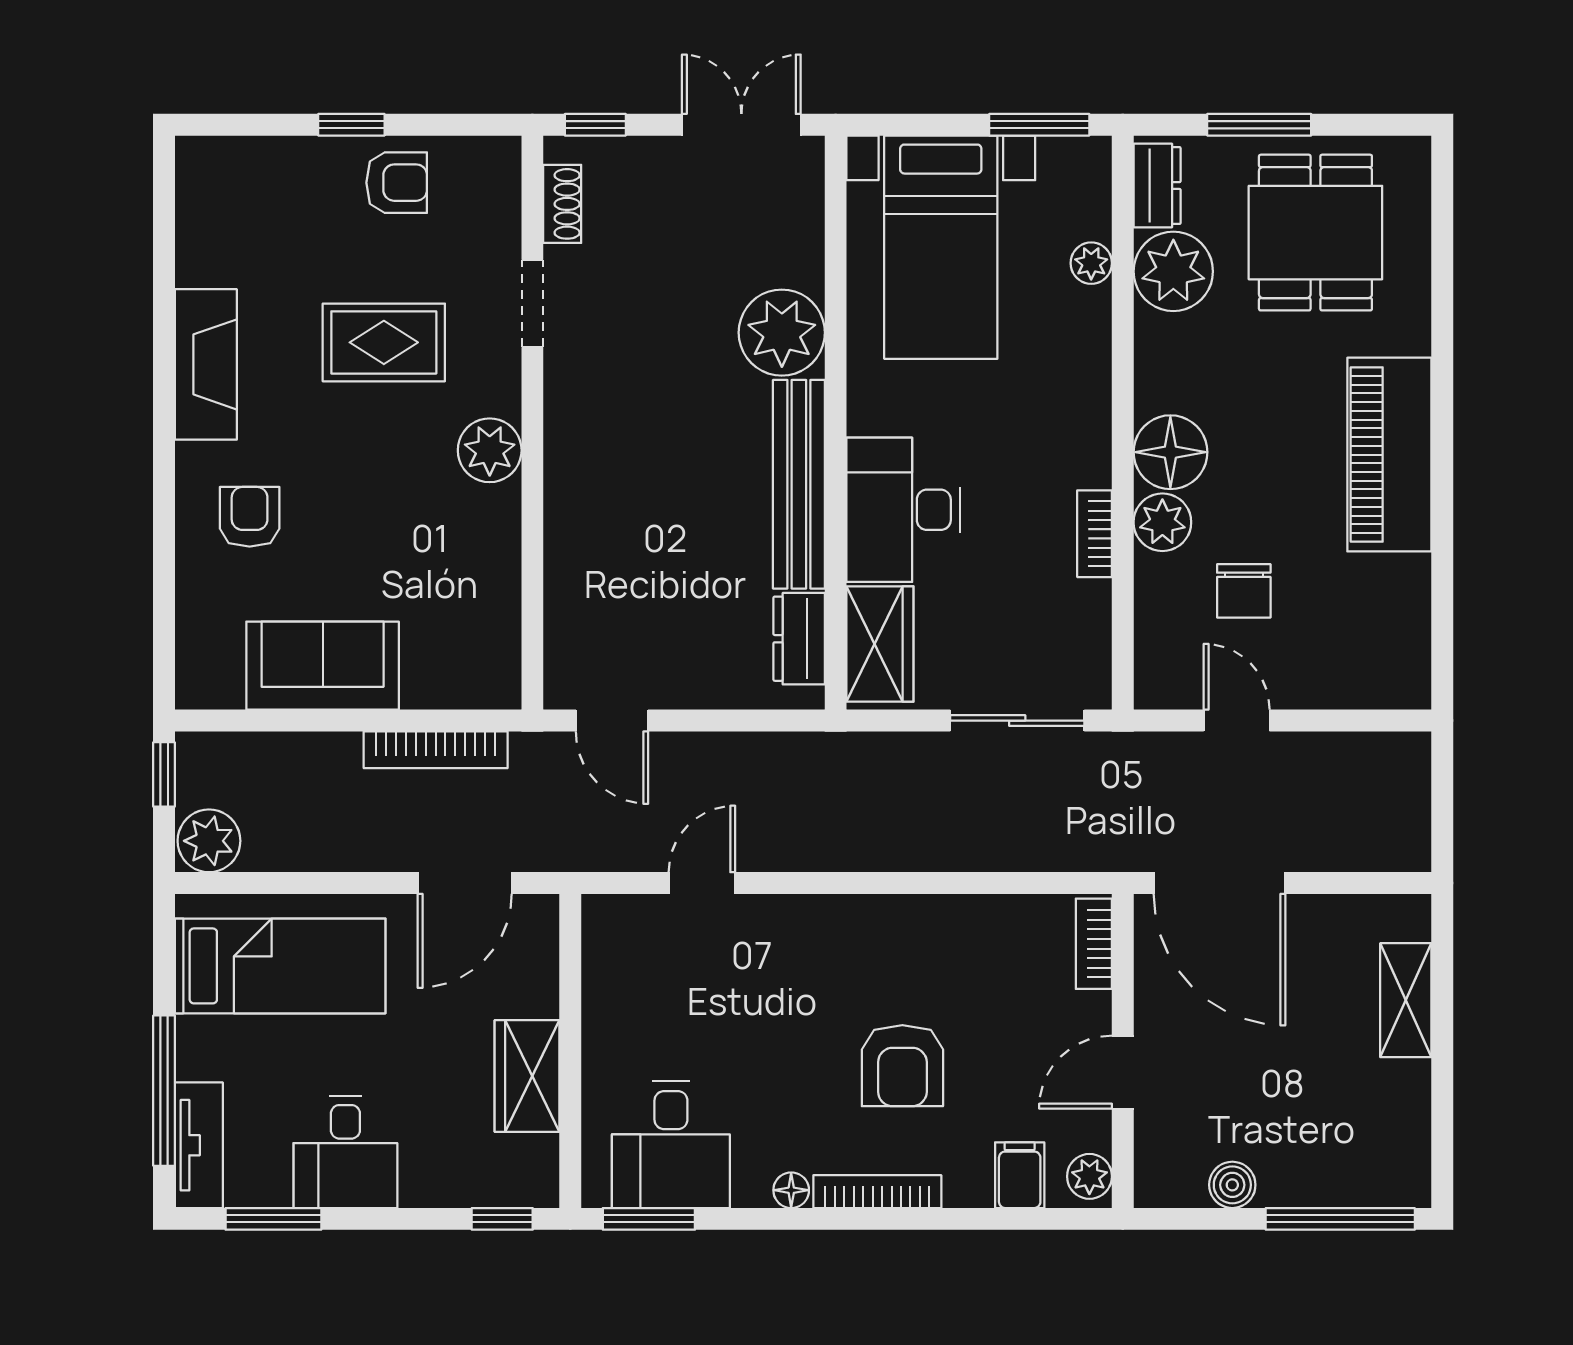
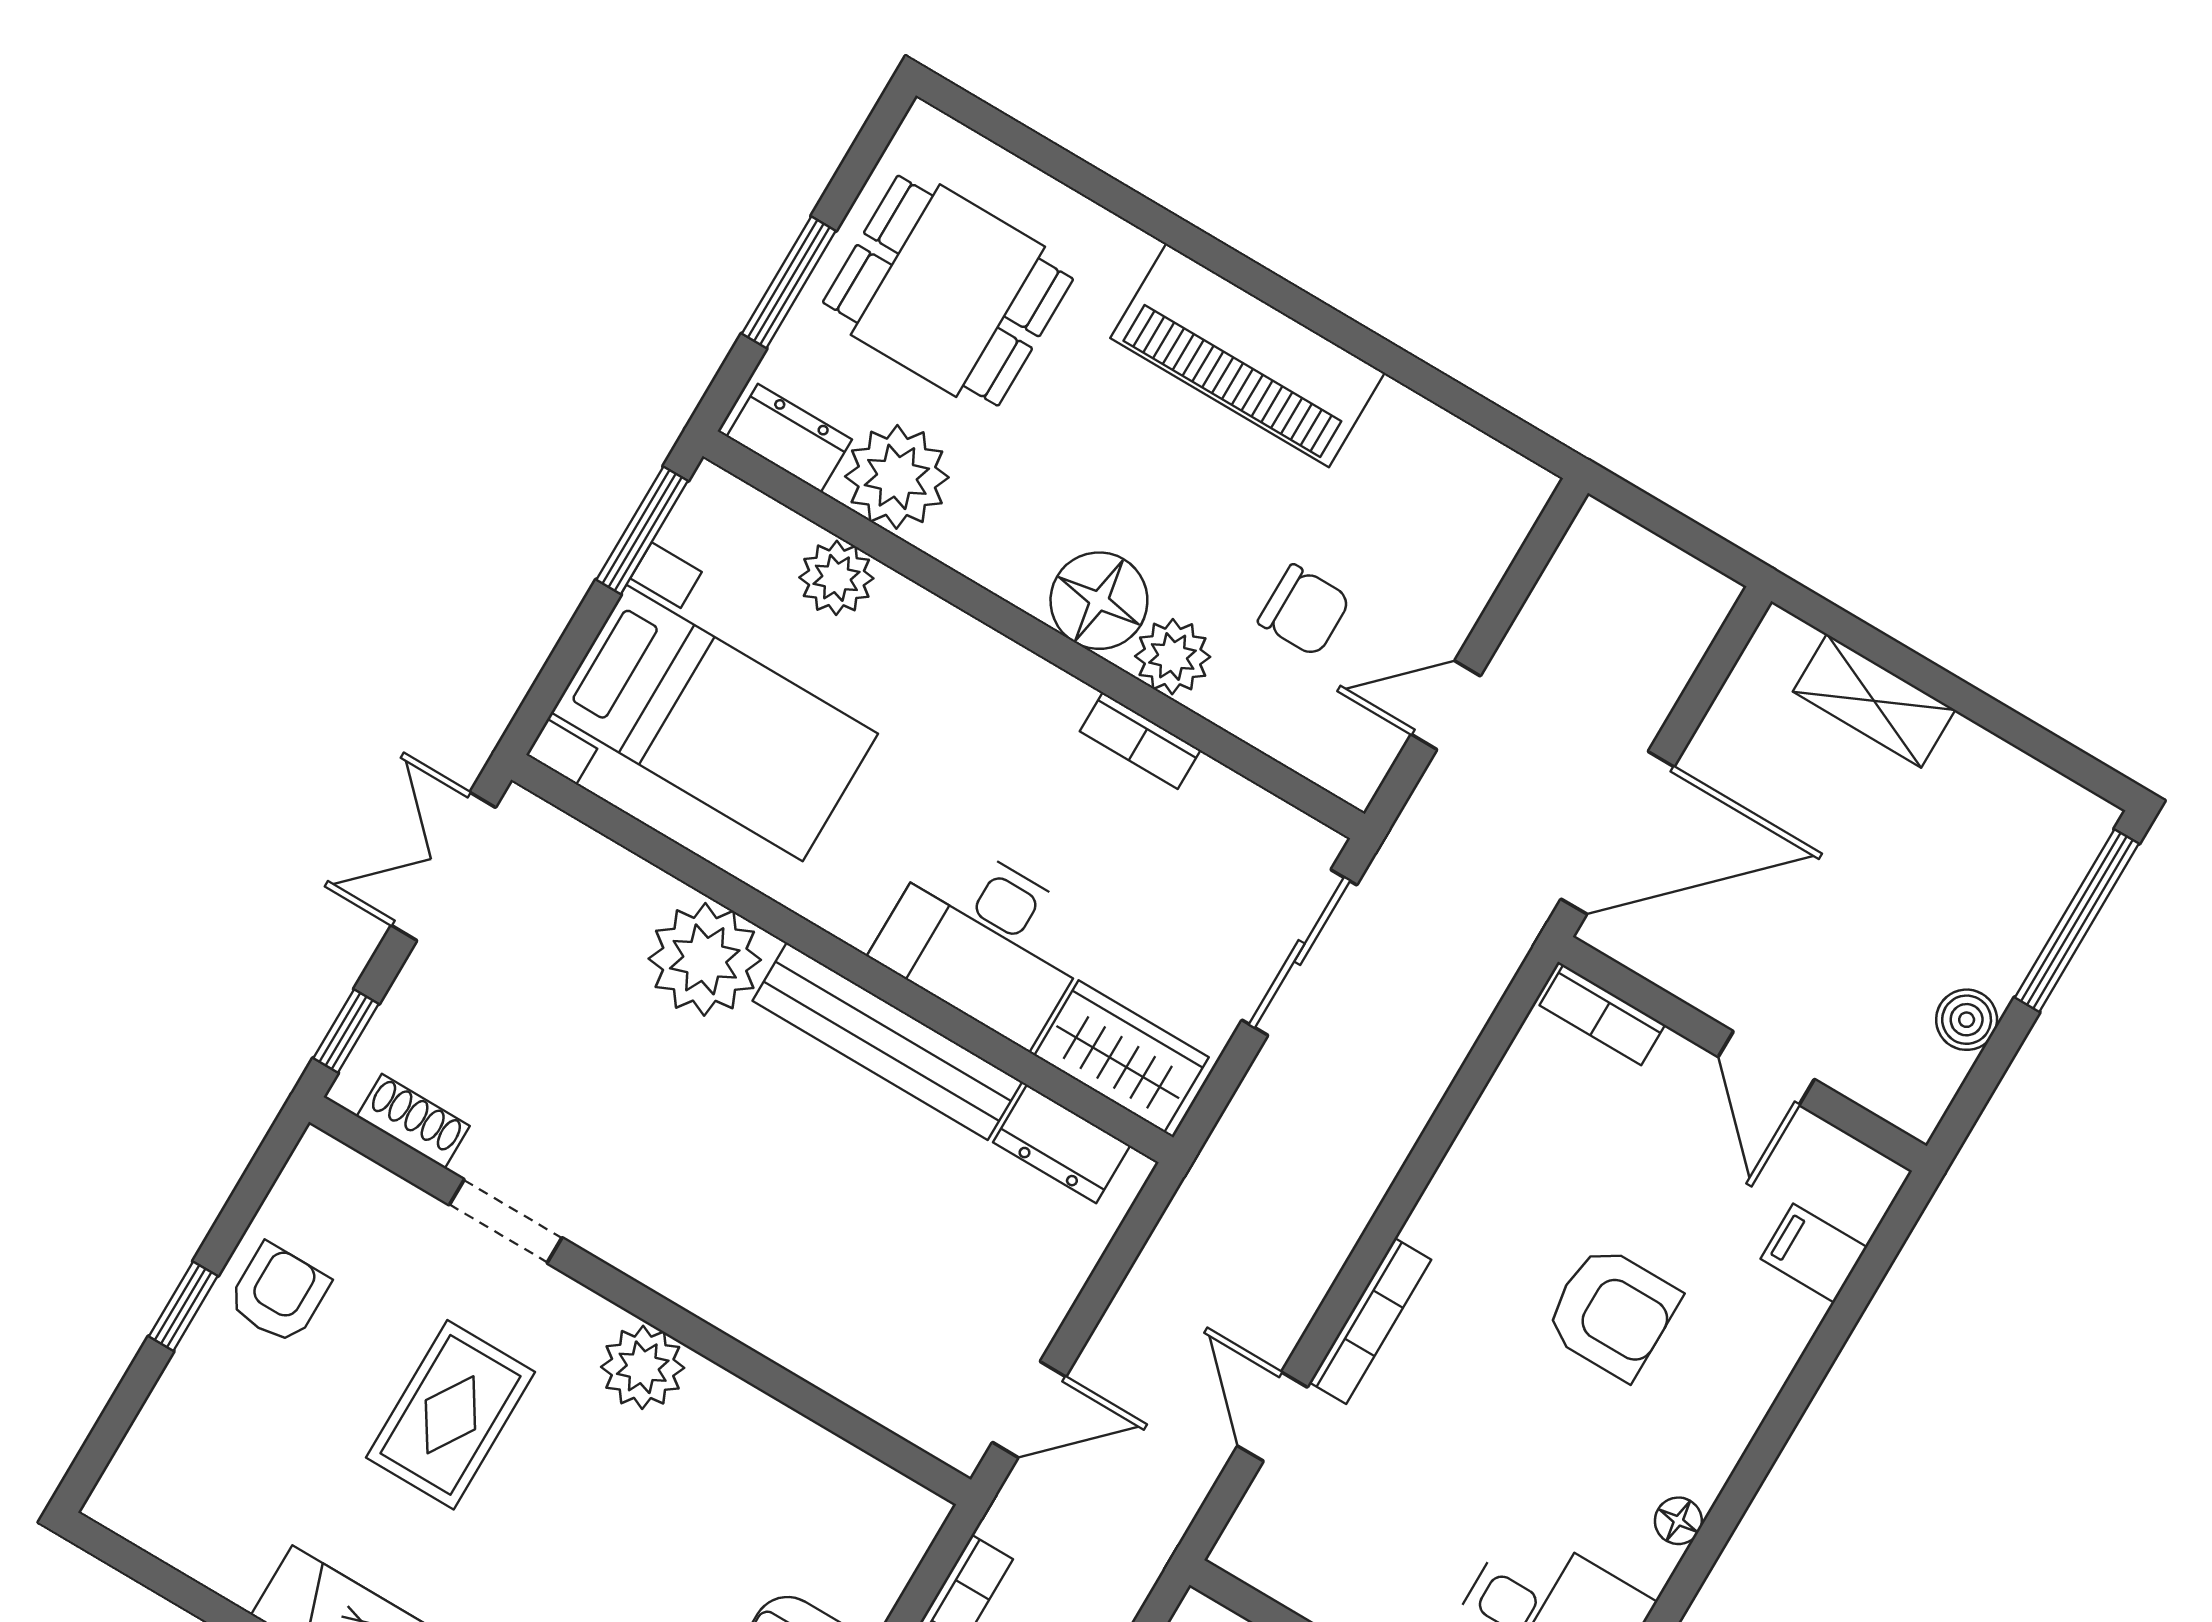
plant: (1091, 263) -> (836, 578), width x1.38, depth x1.38
plant: (1089, 1176) -> (1862, 1175), removed
bookcase: (877, 1192) -> (1370, 1321), moved, turned 180

